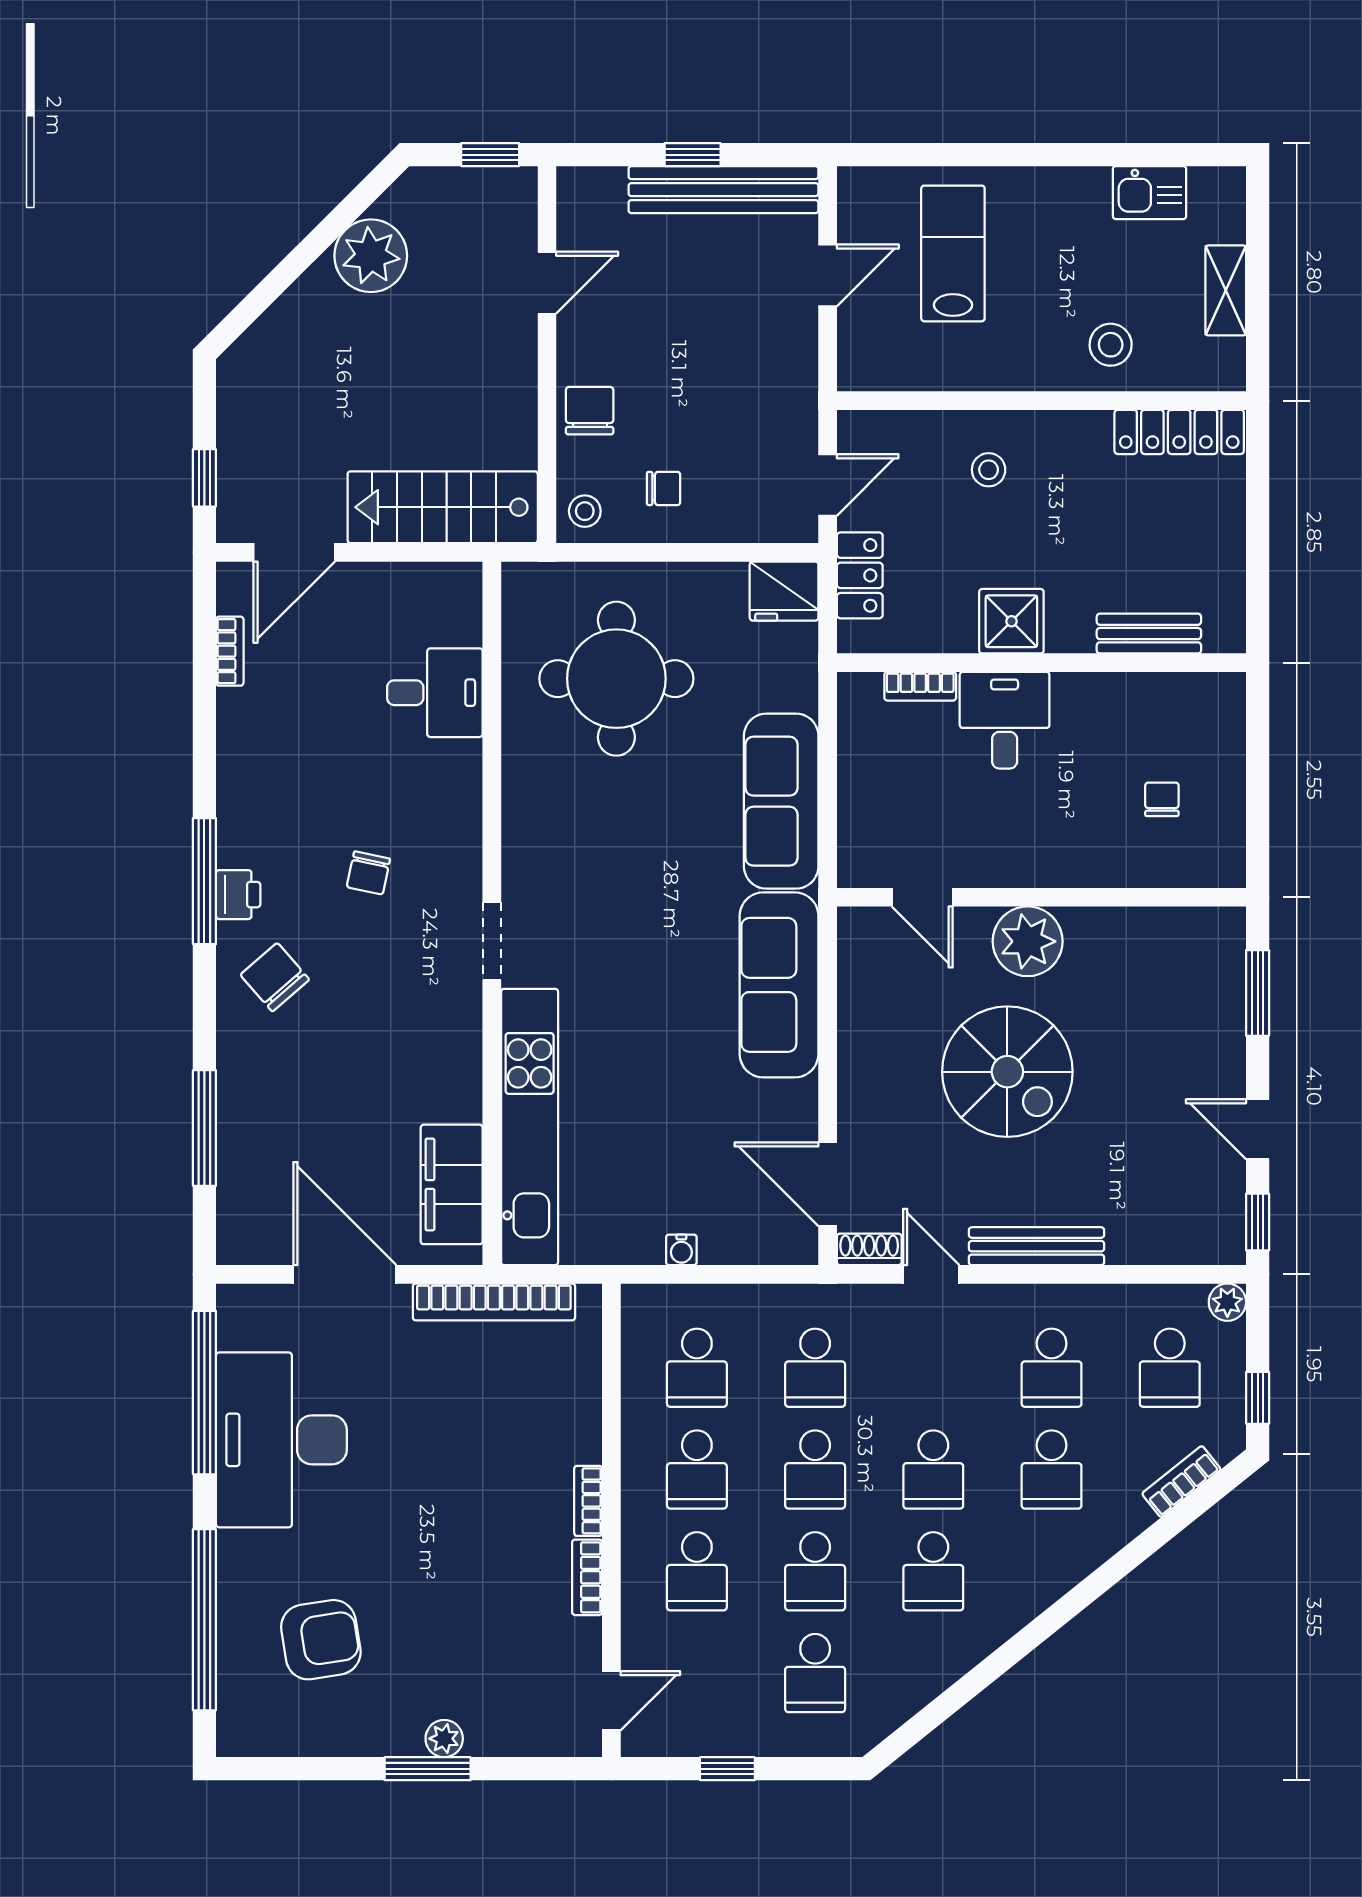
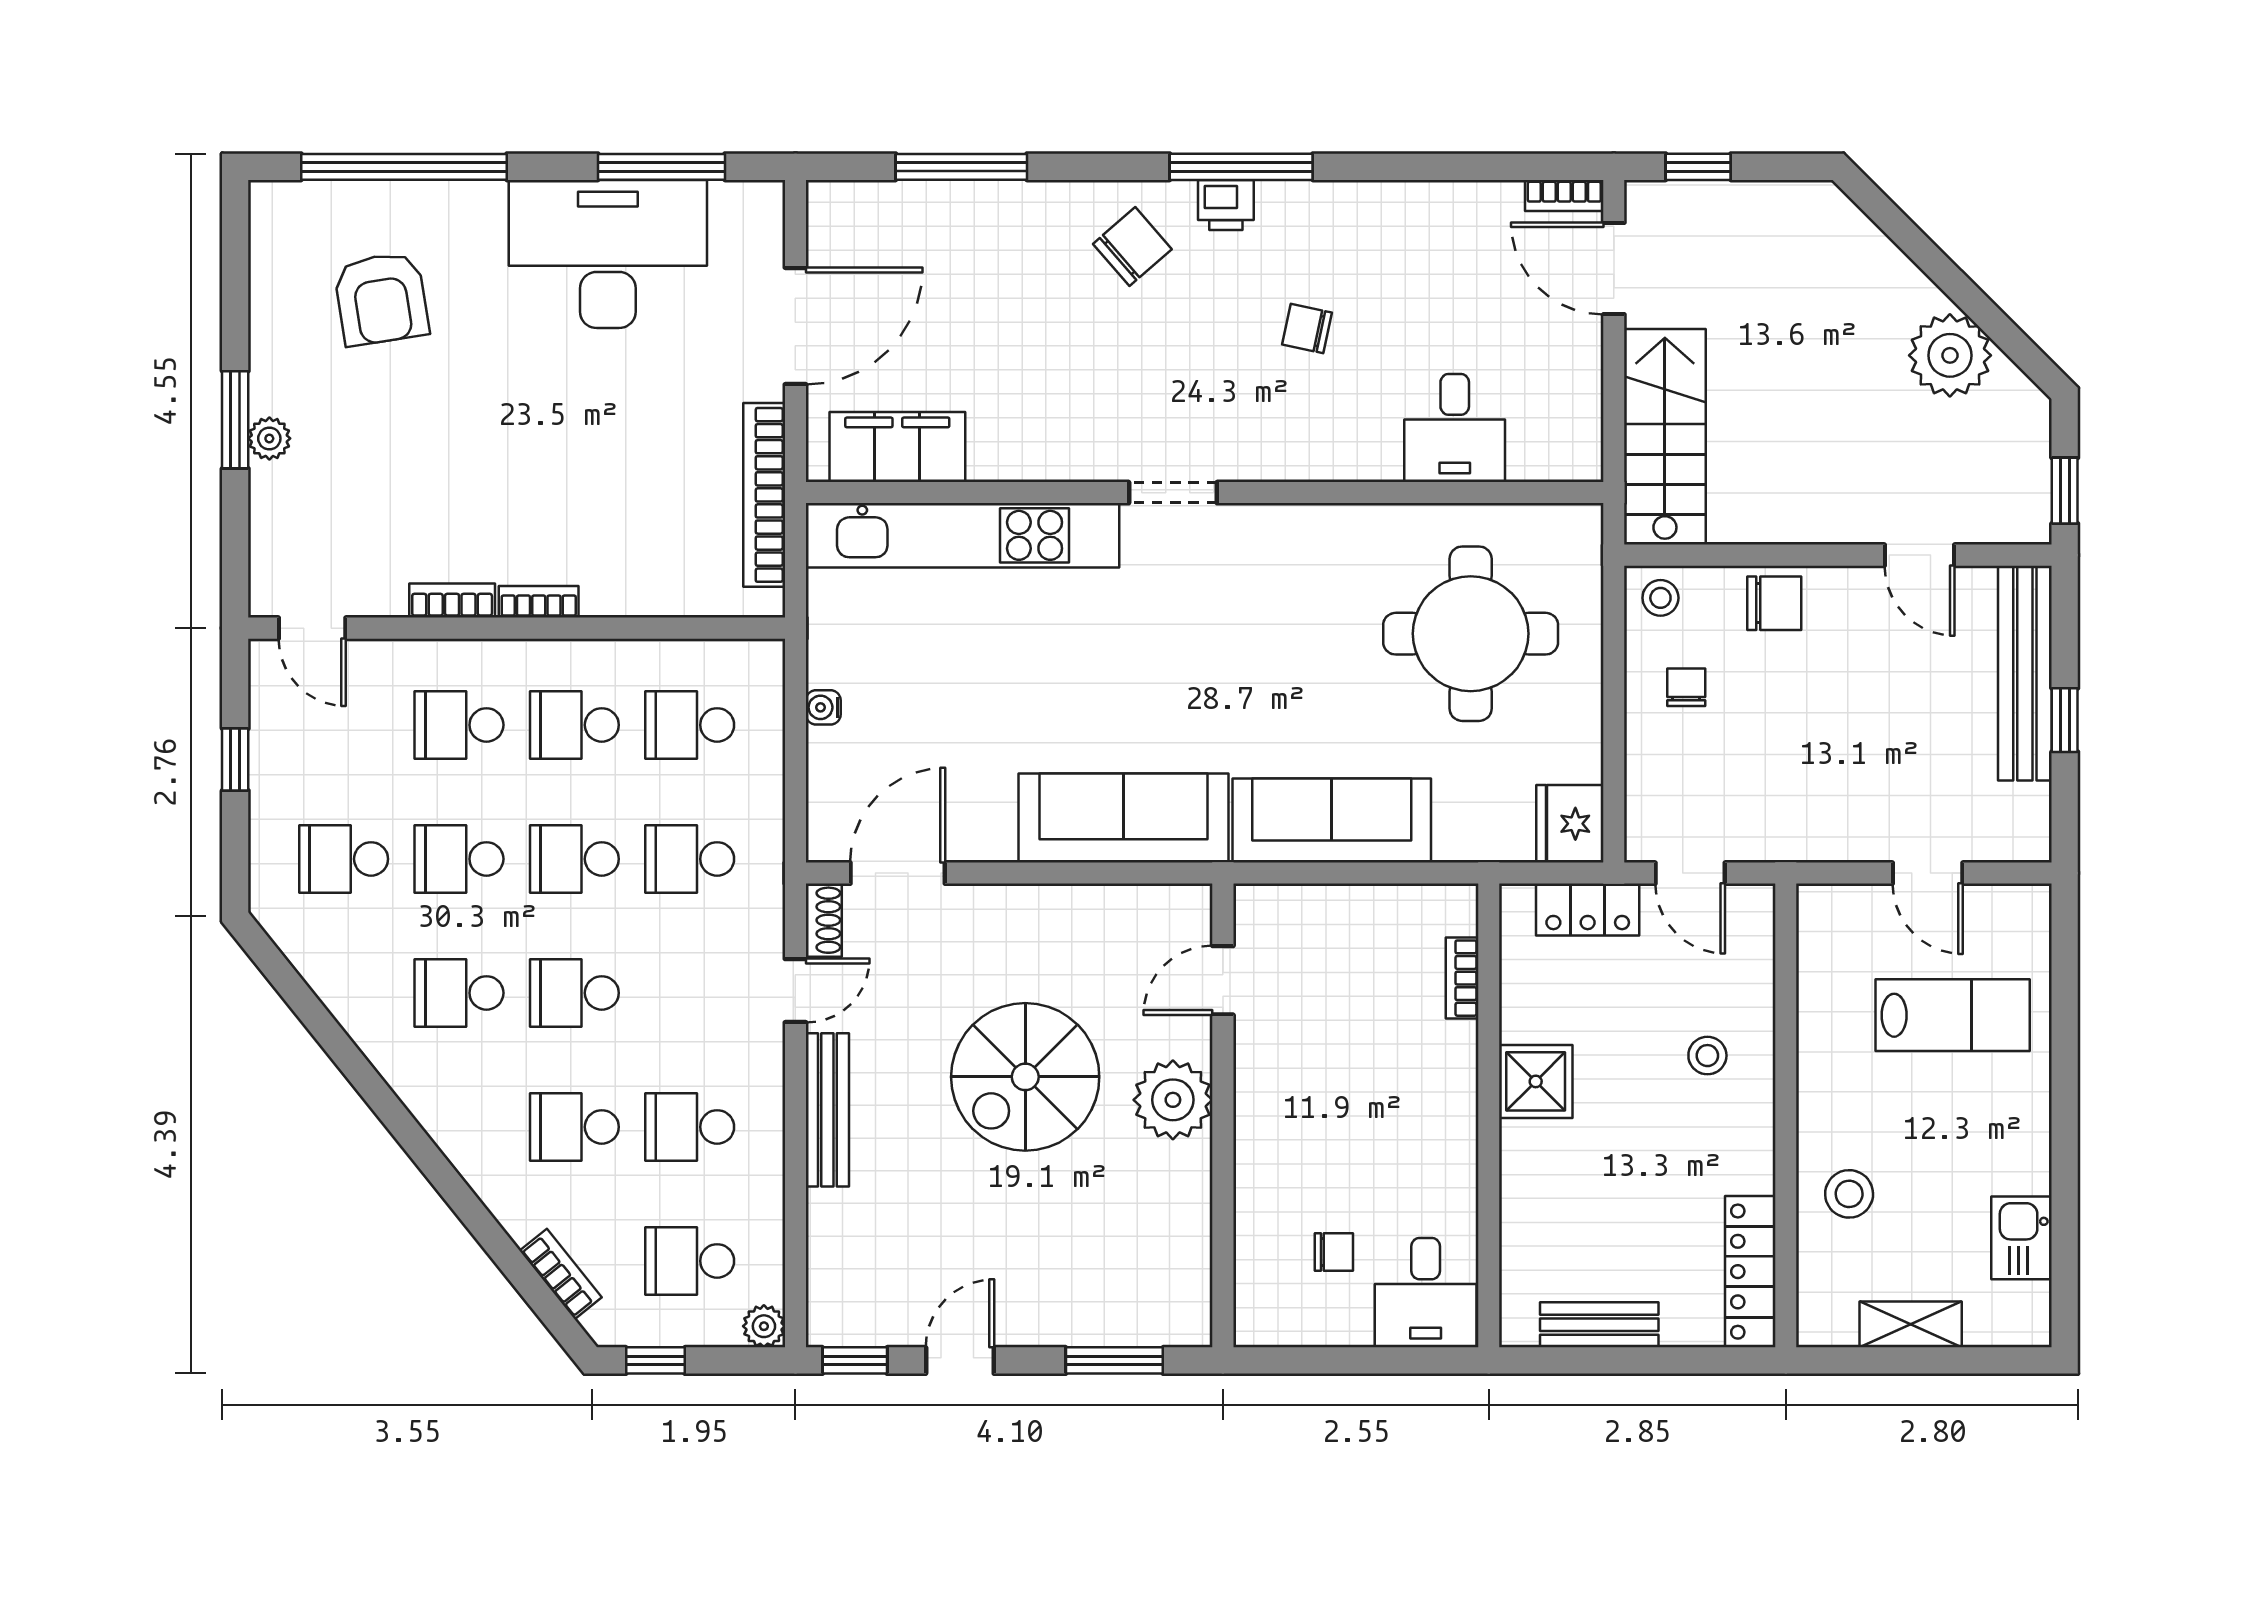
bench: (723, 190) -> (2025, 673), moved
chair: (664, 488) -> (1686, 687), turned 180
bench: (1149, 634) -> (1599, 1325), moved, turned 90
bookcase: (230, 651) -> (1564, 195), moved
desk: (1005, 720) -> (1426, 1293), moved, turned 90
chair: (368, 873) -> (1307, 329), moved
window: (204, 1393) -> (661, 167), width x0.68

